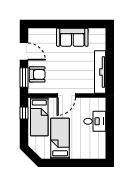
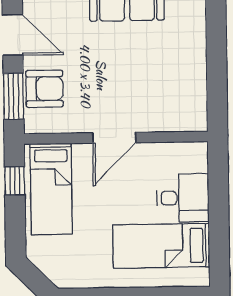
tv unit: (100, 72) -> (194, 81), removed
bed: (60, 138) -> (161, 246), moved, turned -90

